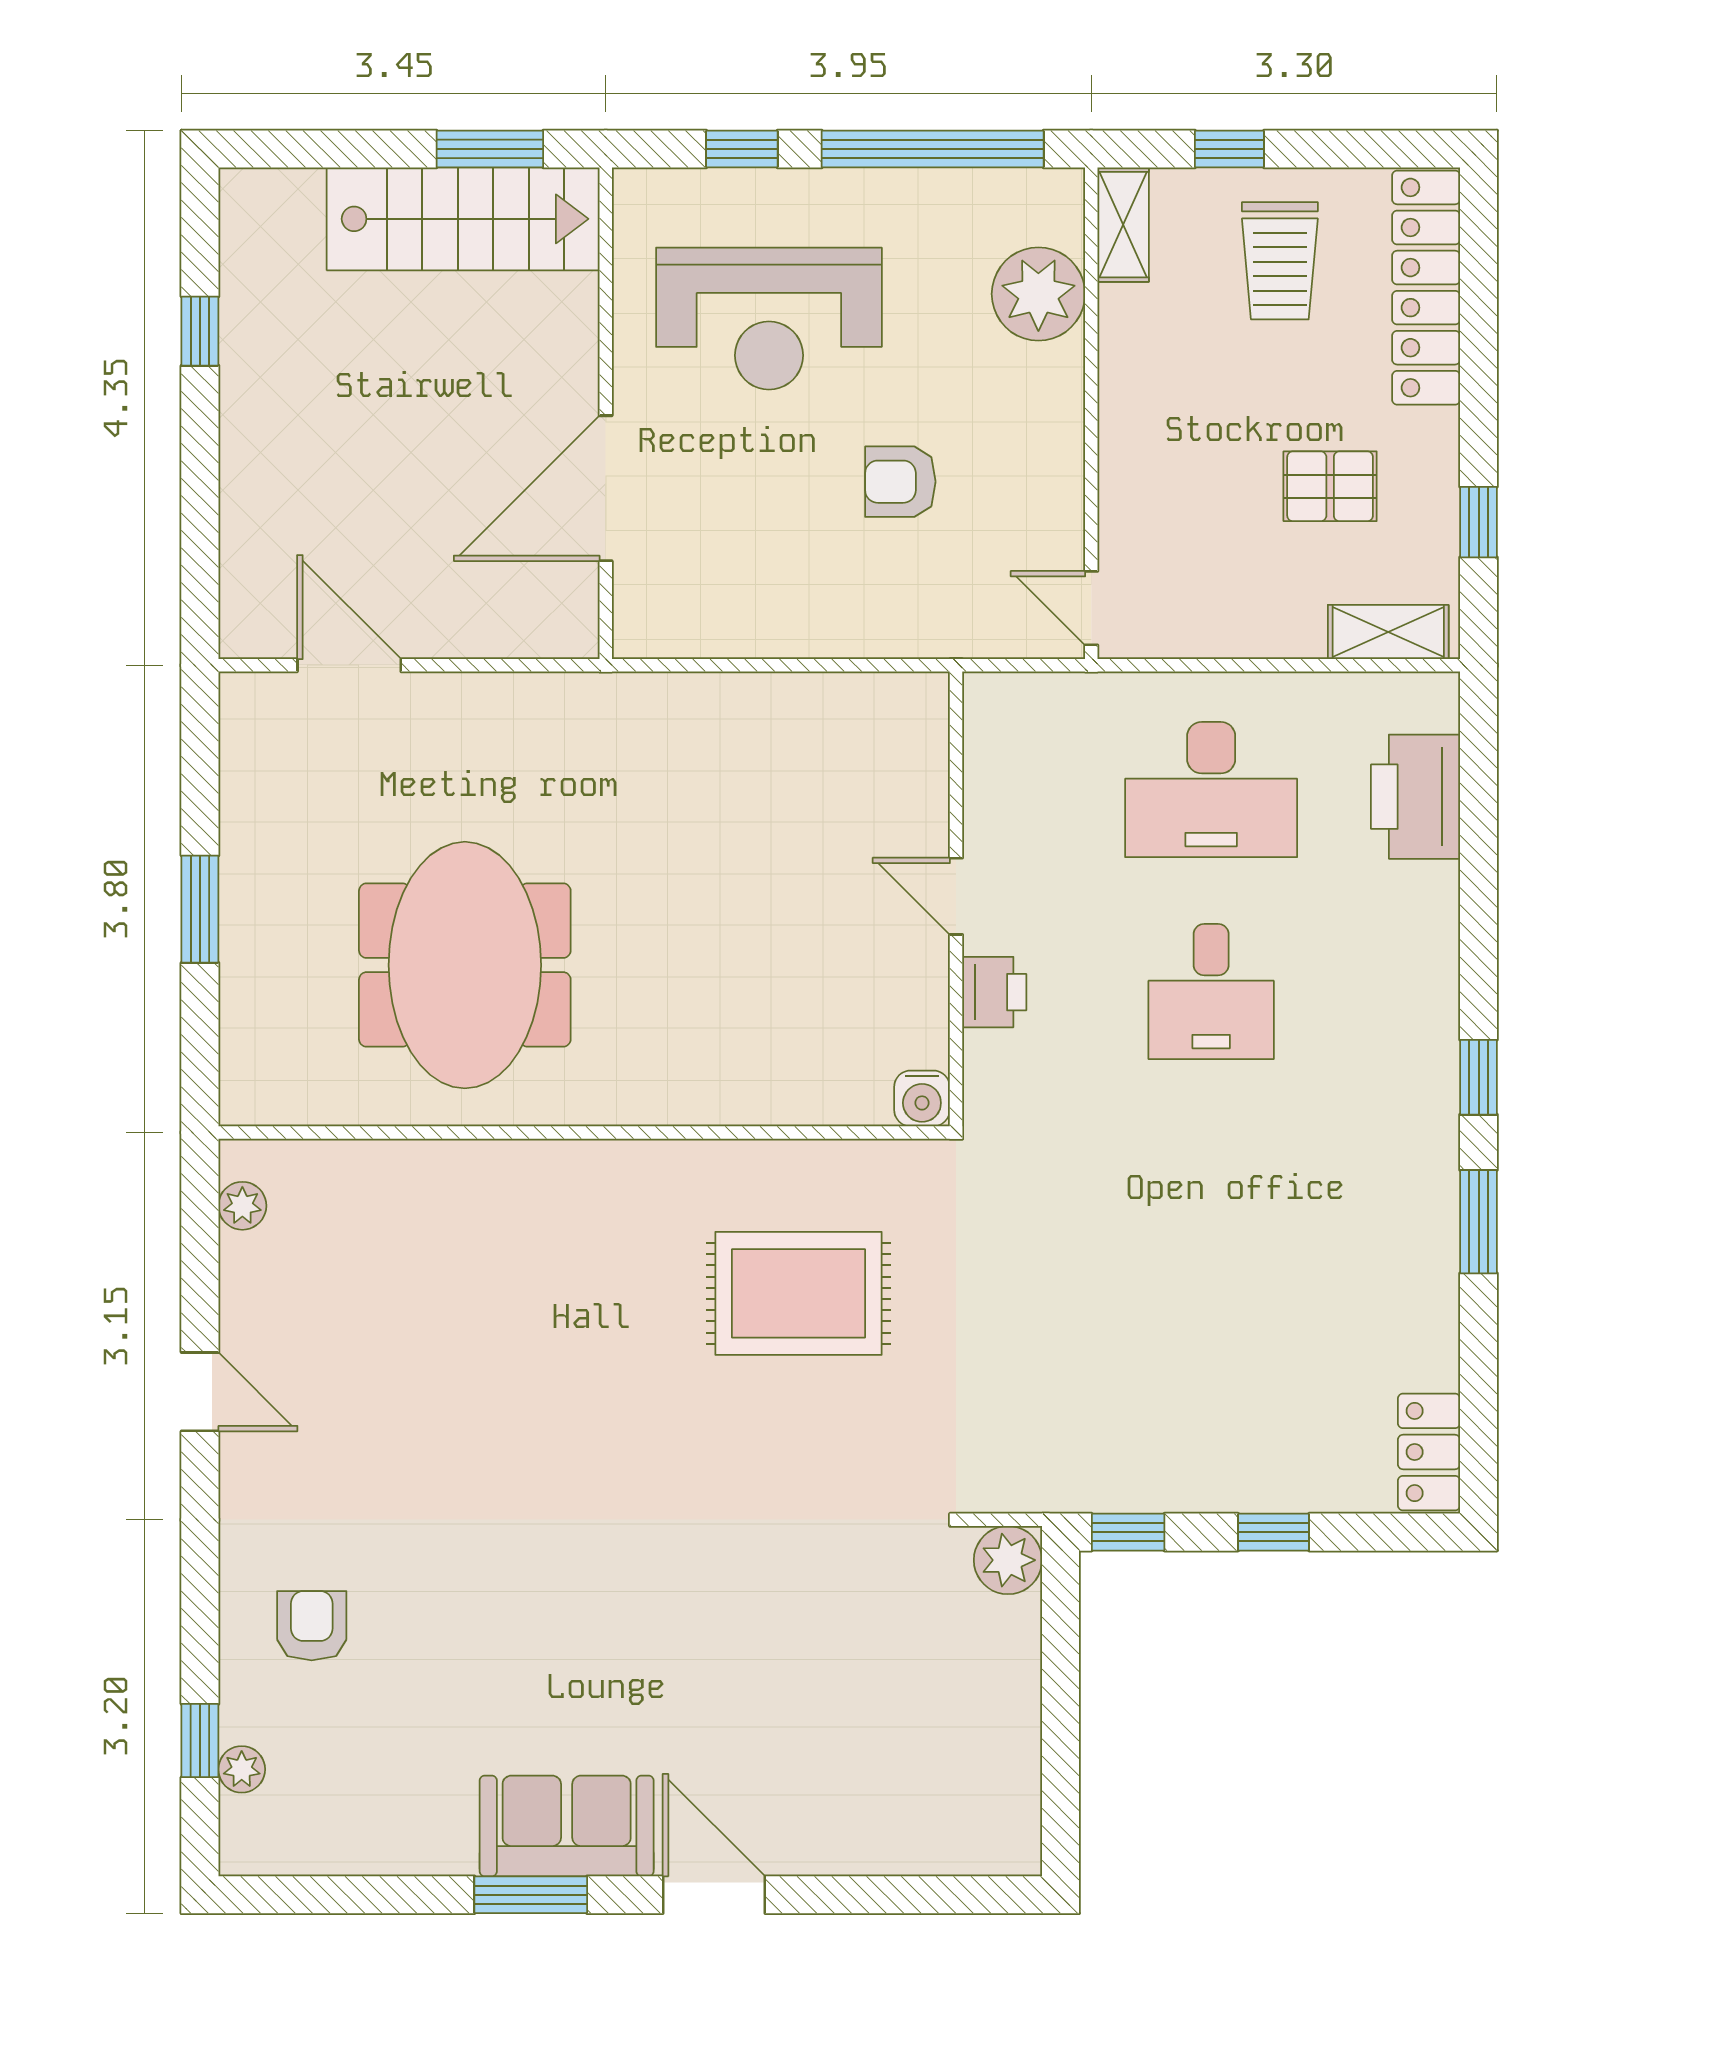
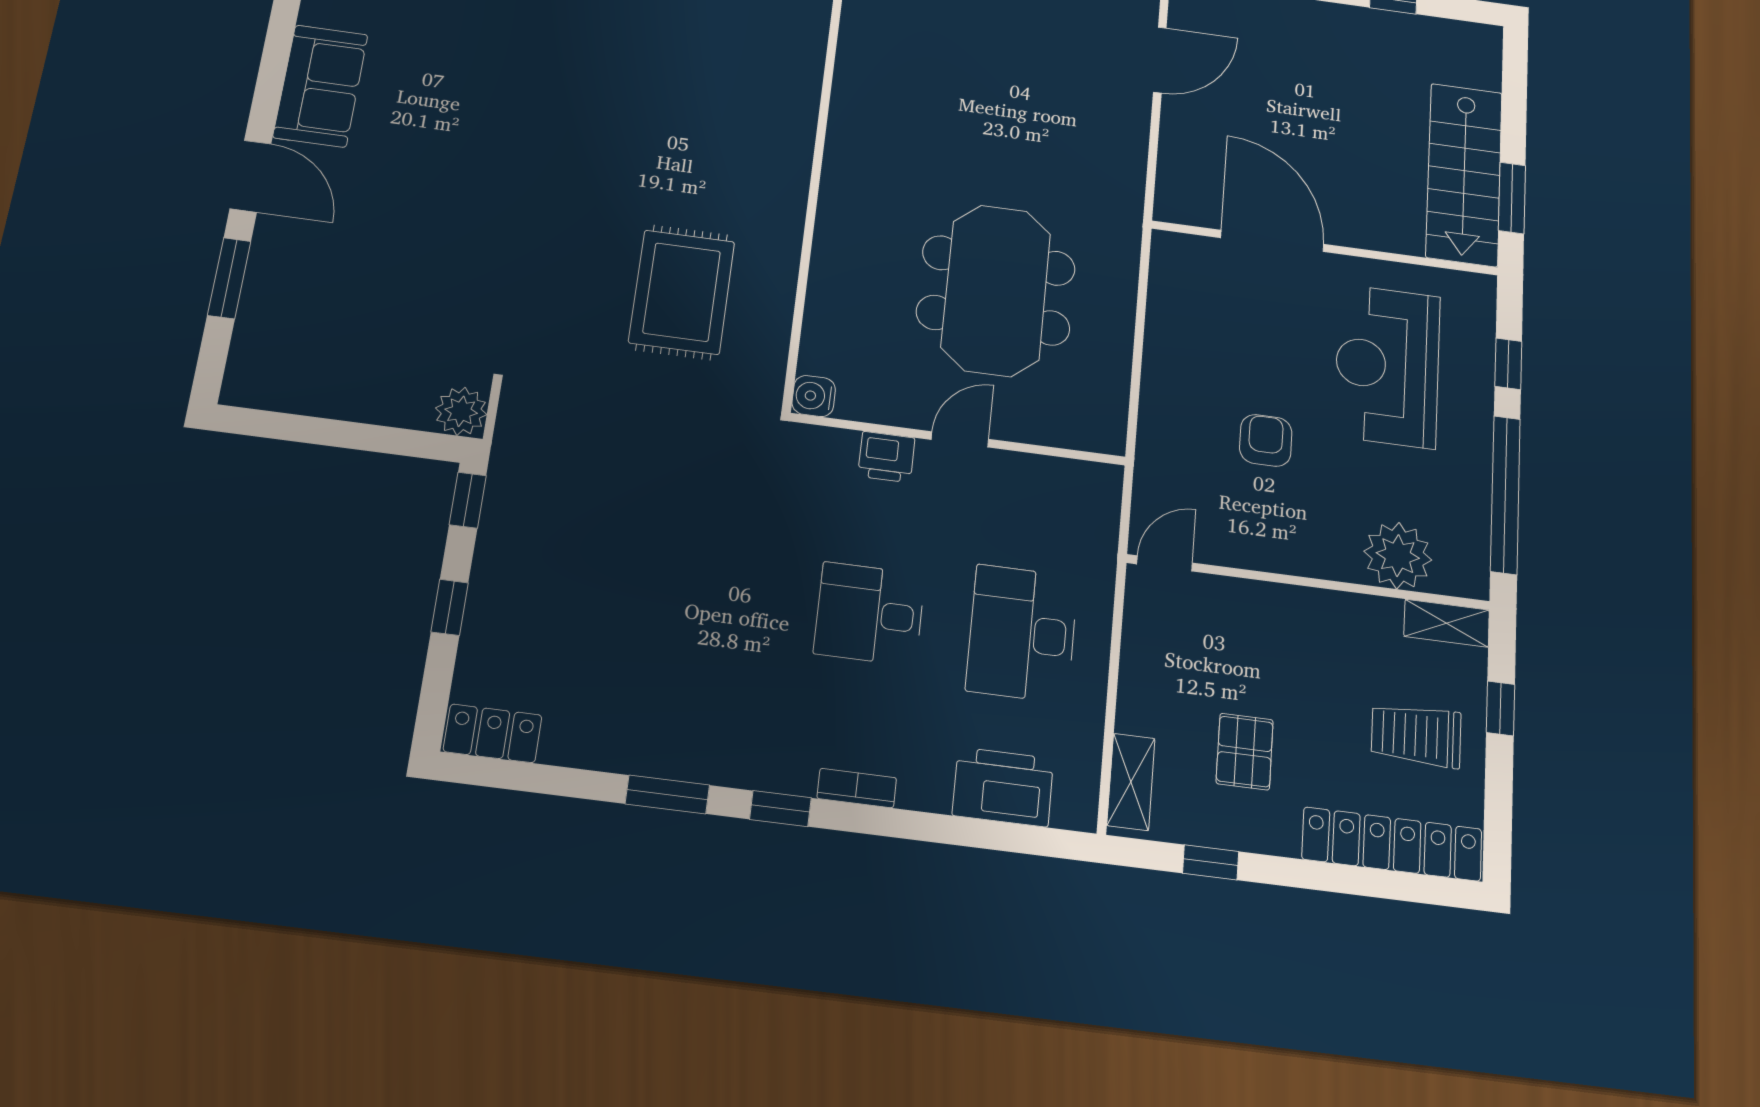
meeting table: (465, 965) -> (996, 290), moved, turned 90
bookcase: (1440, 983) -> (857, 788), added
window: (531, 1895) -> (229, 278), moved
door: (714, 1895) -> (250, 176), hinge flipped

